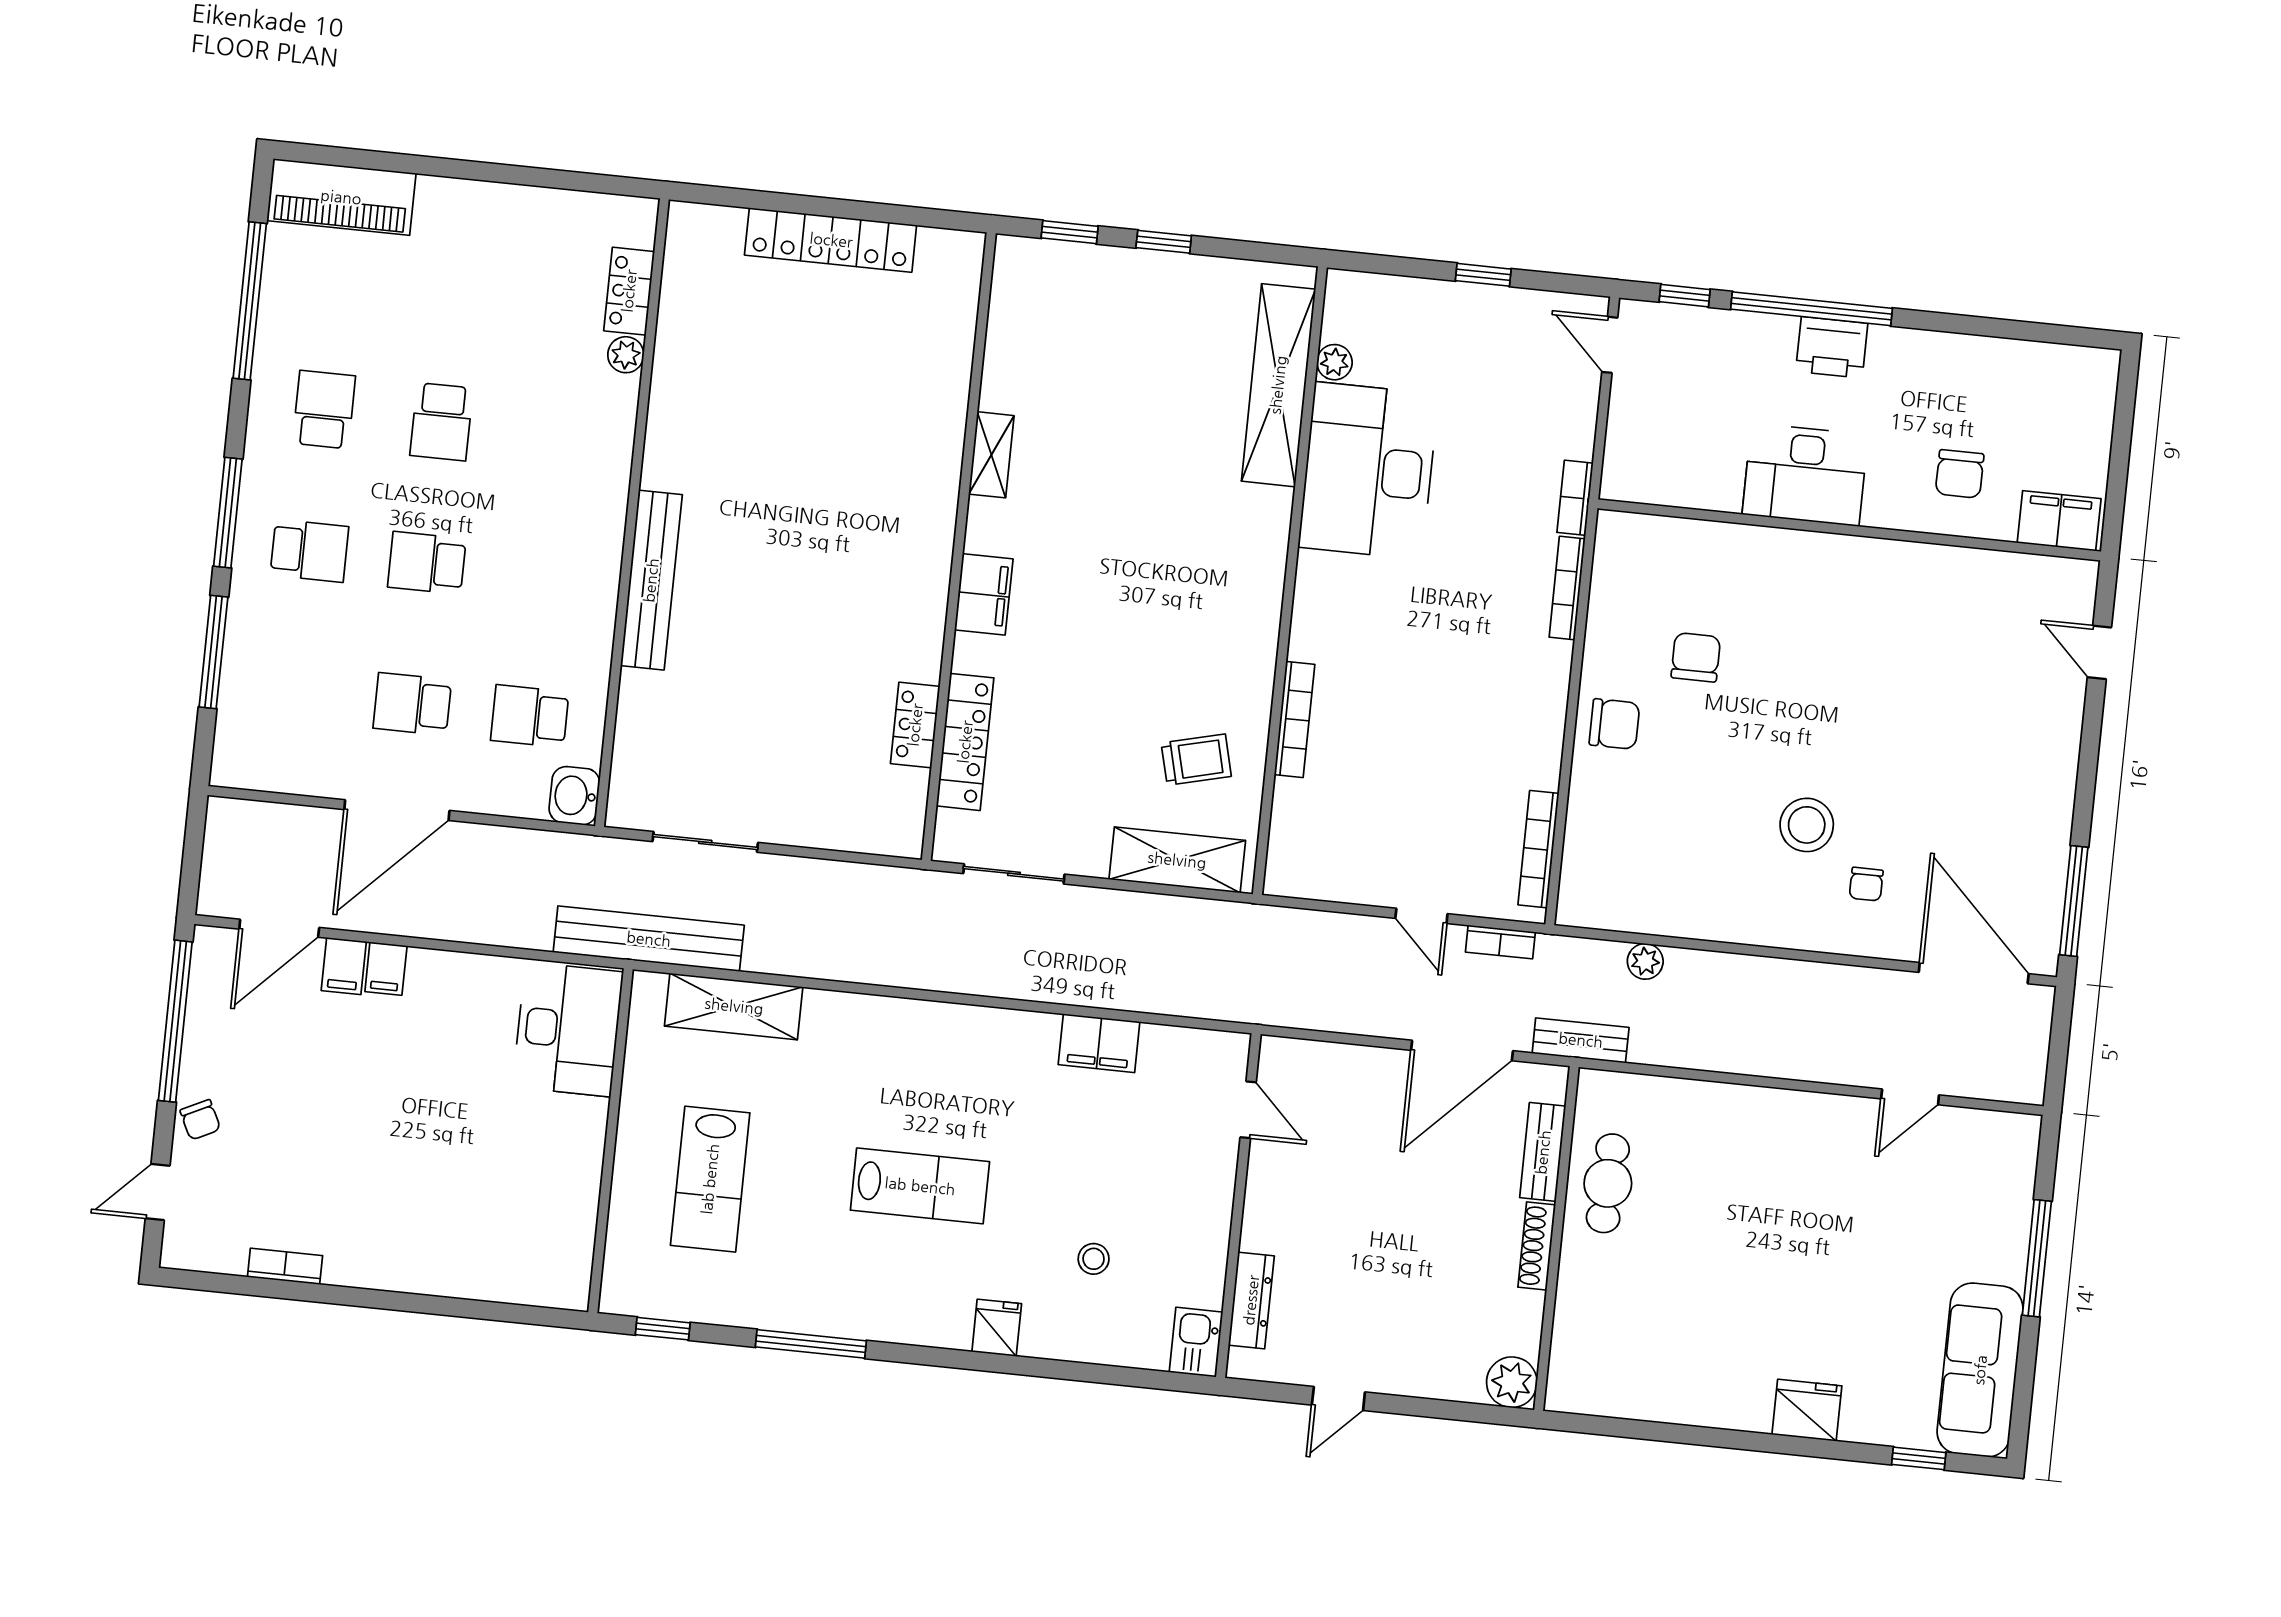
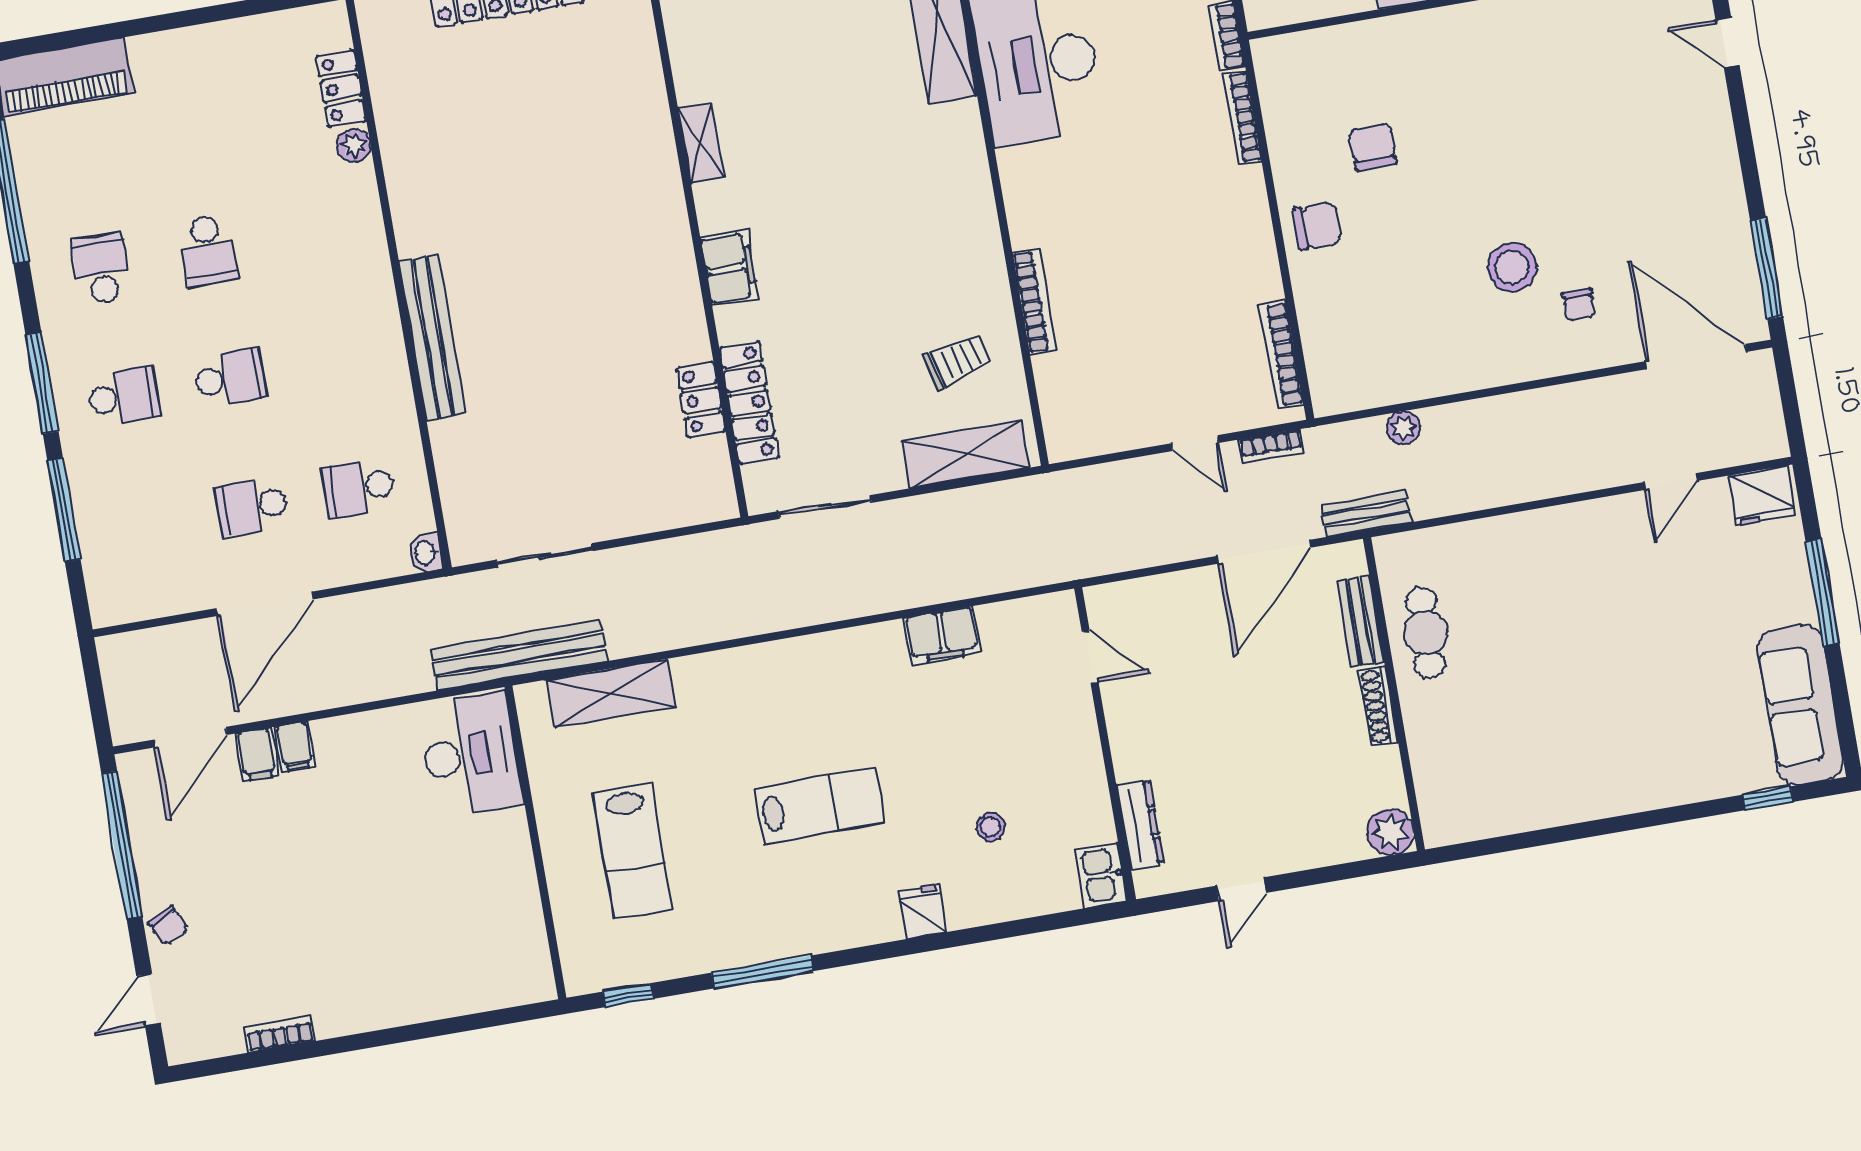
school desk: (427, 563) -> (230, 378), turned 180
washbasin: (574, 796) -> (426, 553), width x0.72, depth x0.69
fridge: (1807, 1410) -> (1762, 496), moved, turned 180

